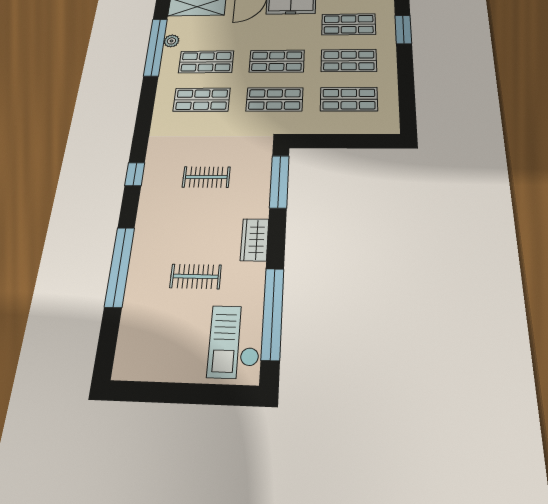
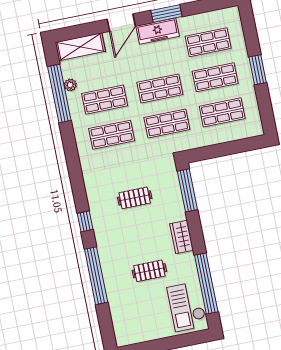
window: (403, 30) -> (258, 70), moved
window: (135, 174) -> (85, 221), moved

